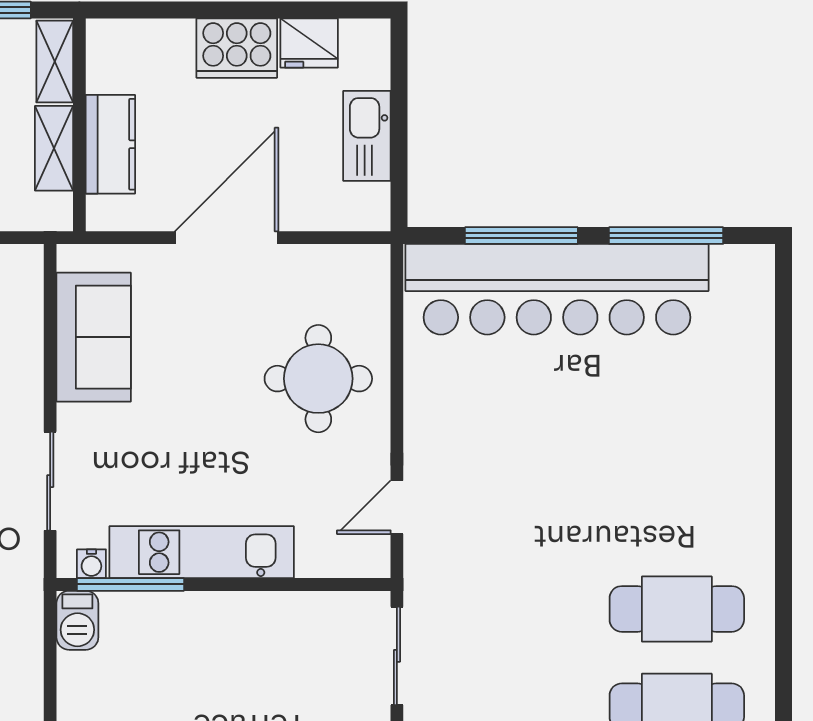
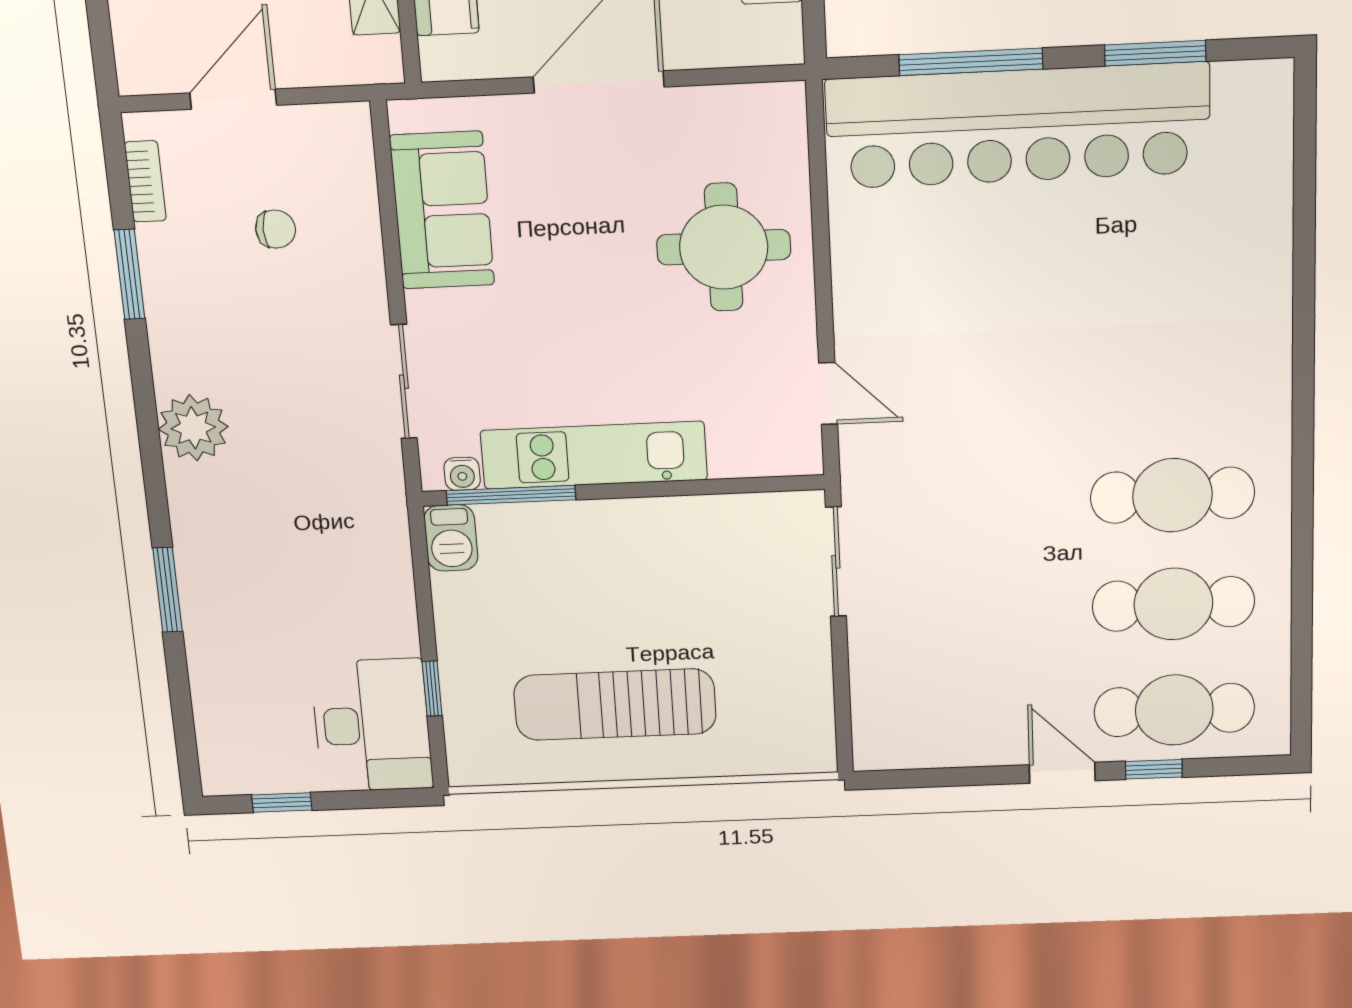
window: (666, 236) -> (1155, 53), width x0.69
door: (397, 507) -> (828, 393), swing flipped

